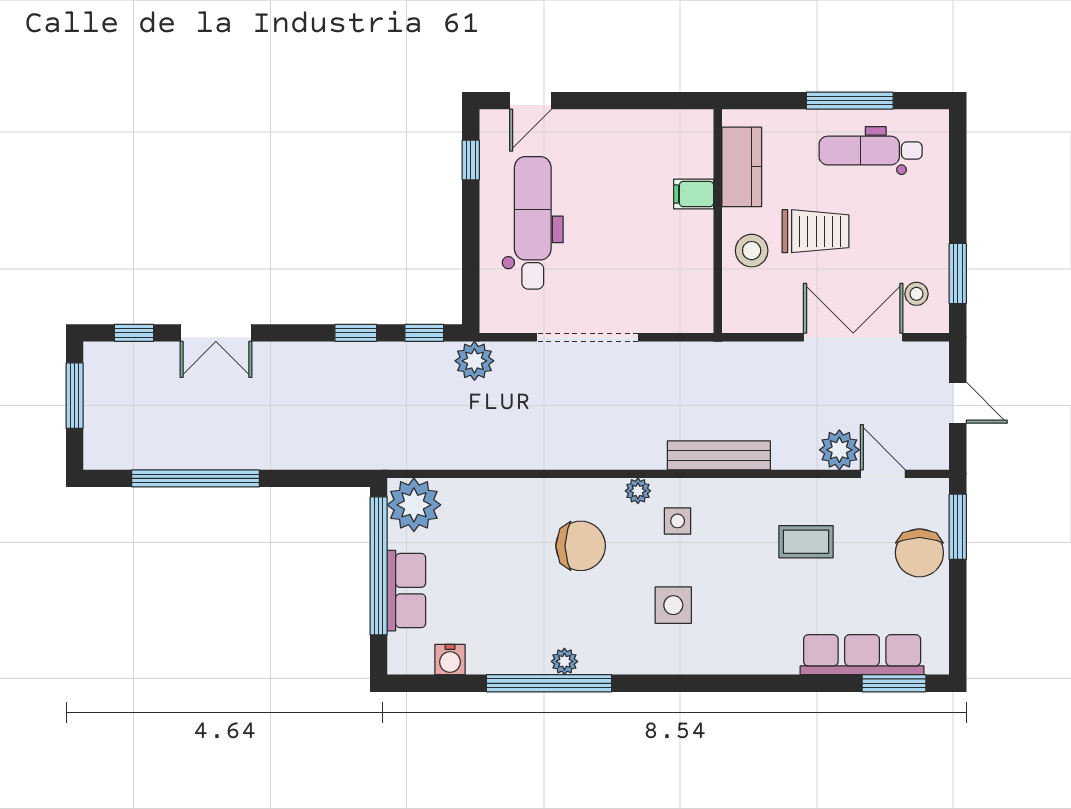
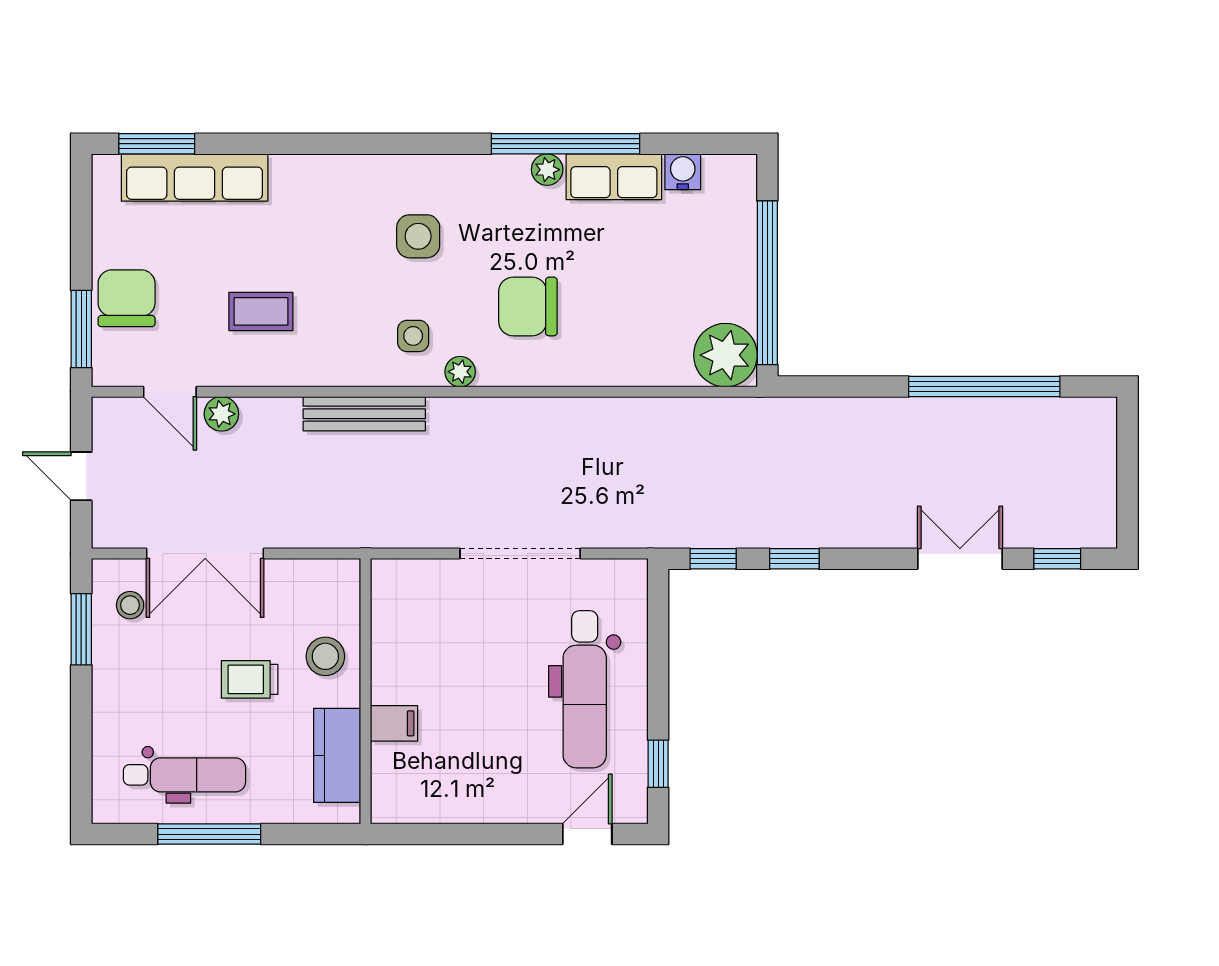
trolley: (816, 231) -> (250, 679), width x0.73, depth x0.72
plant: (474, 361) -> (654, 526), removed
window: (75, 396) -> (1127, 484), removed
plant: (839, 450) -> (221, 414), width x0.73, depth x0.73
row of seats: (406, 591) -> (614, 177), moved, turned -90

